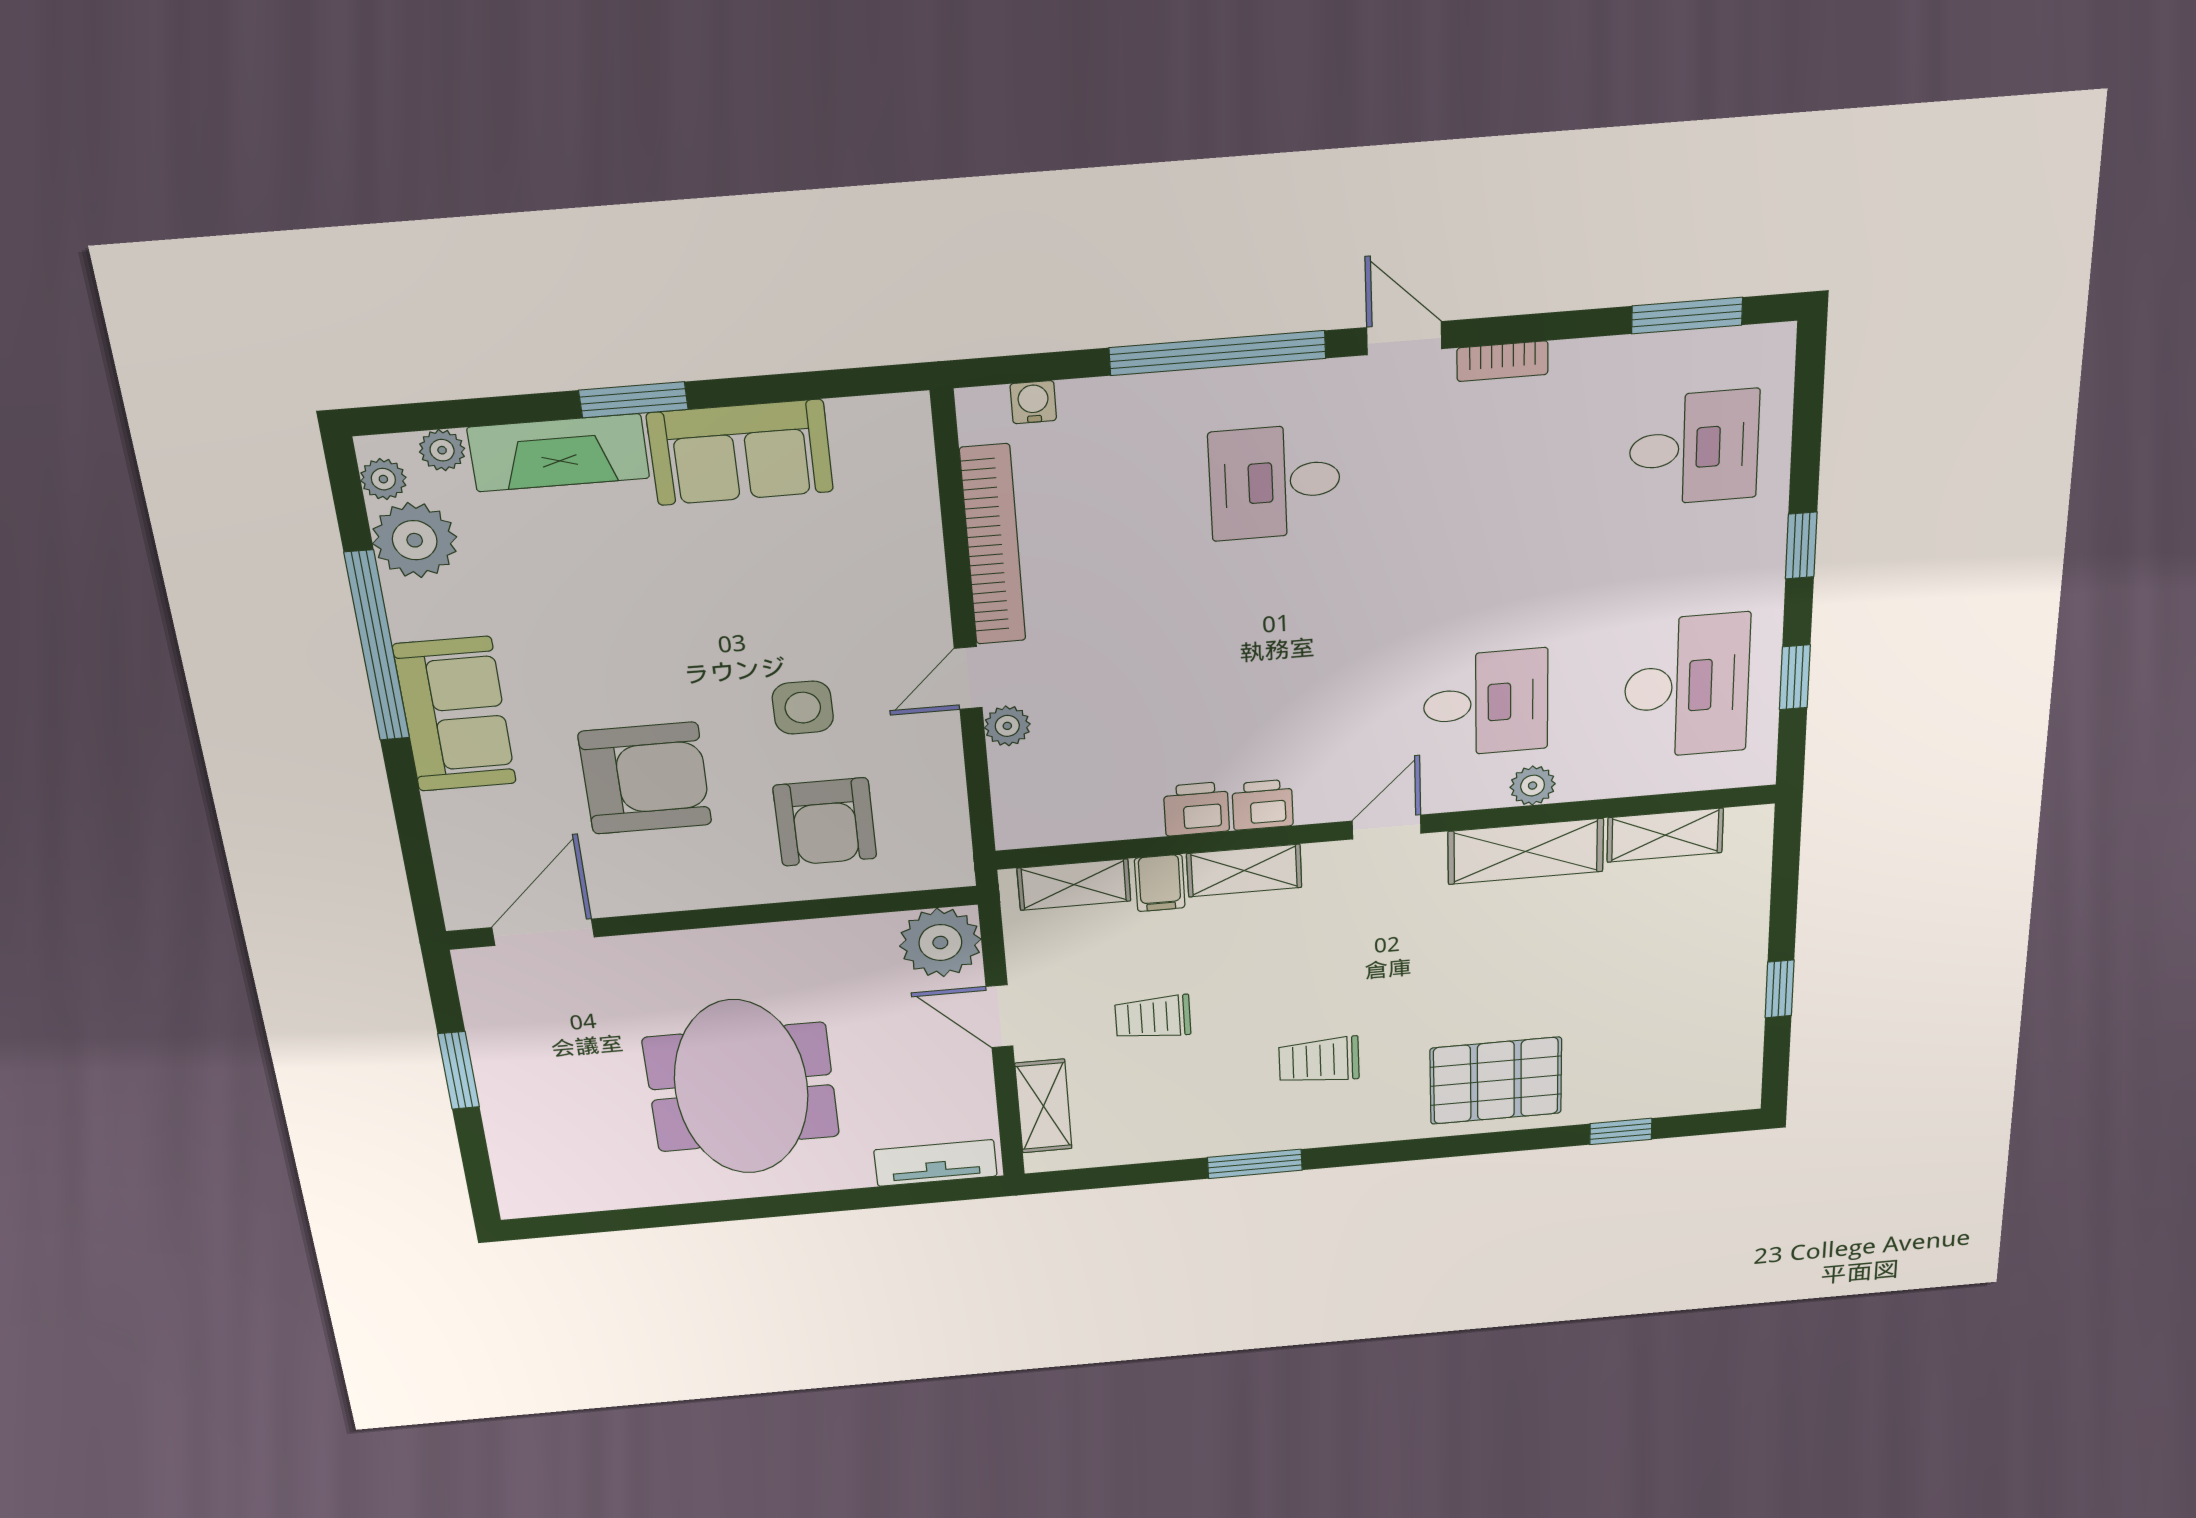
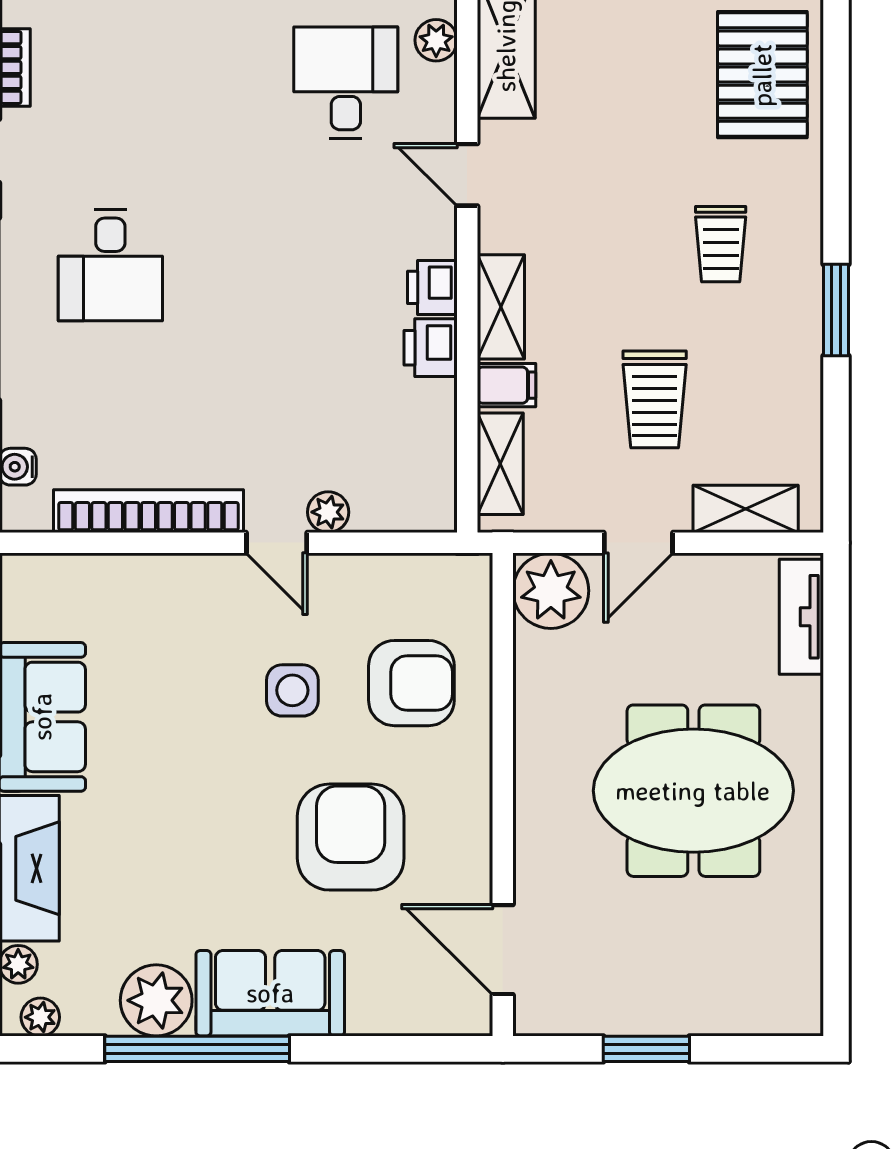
plant: (415, 540) -> (156, 1000), moved
trolley: (1153, 1017) -> (655, 399), width x1.36, depth x1.39

